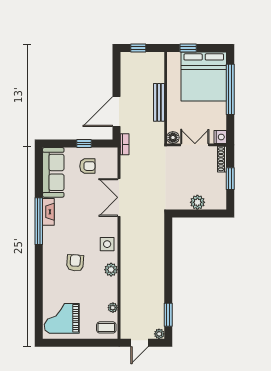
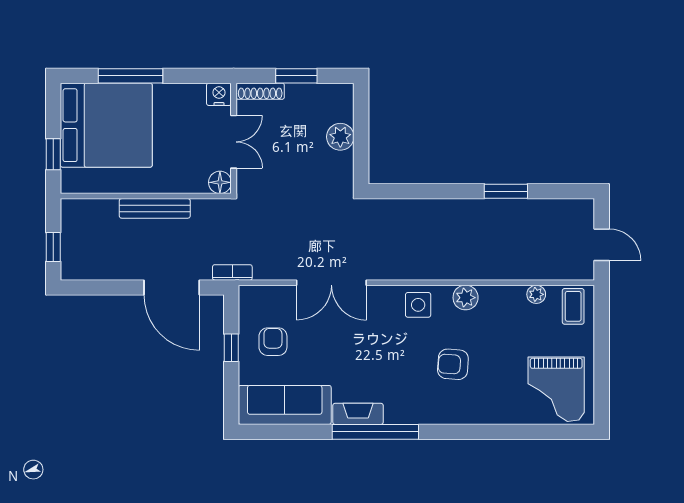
window: (230, 89) -> (130, 76), width x0.68
double door: (195, 145) -> (234, 142), swing flipped
window: (168, 315) -> (506, 191), moved
plant: (159, 334) -> (585, 208), removed

